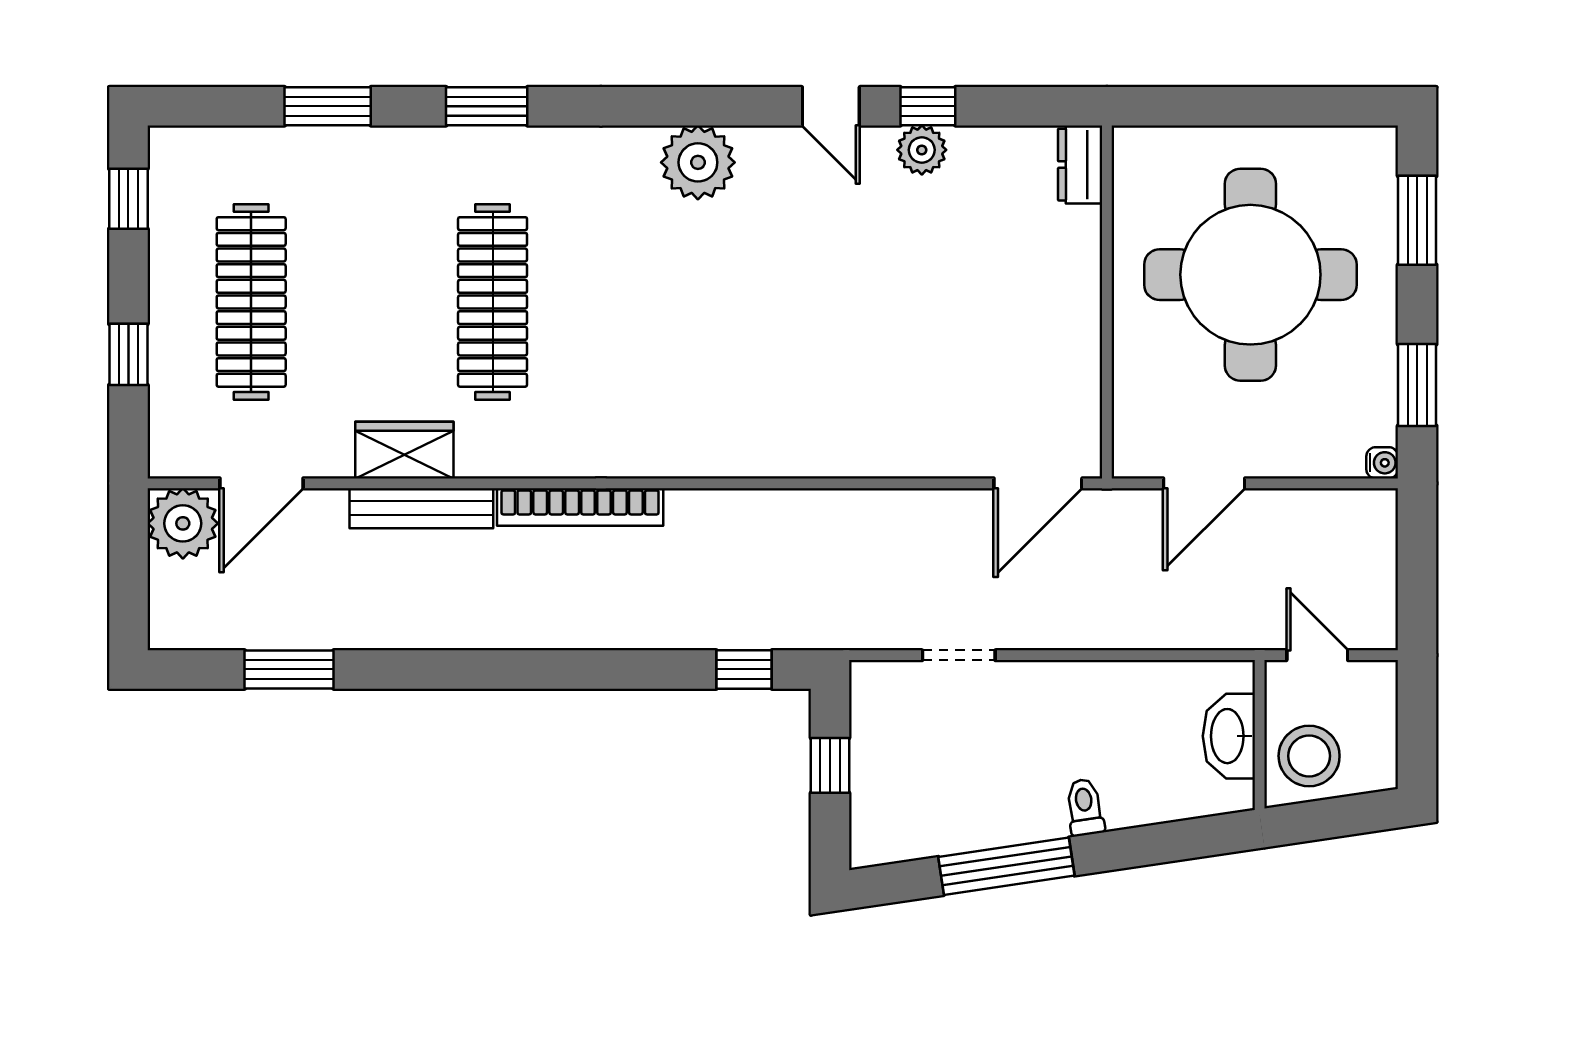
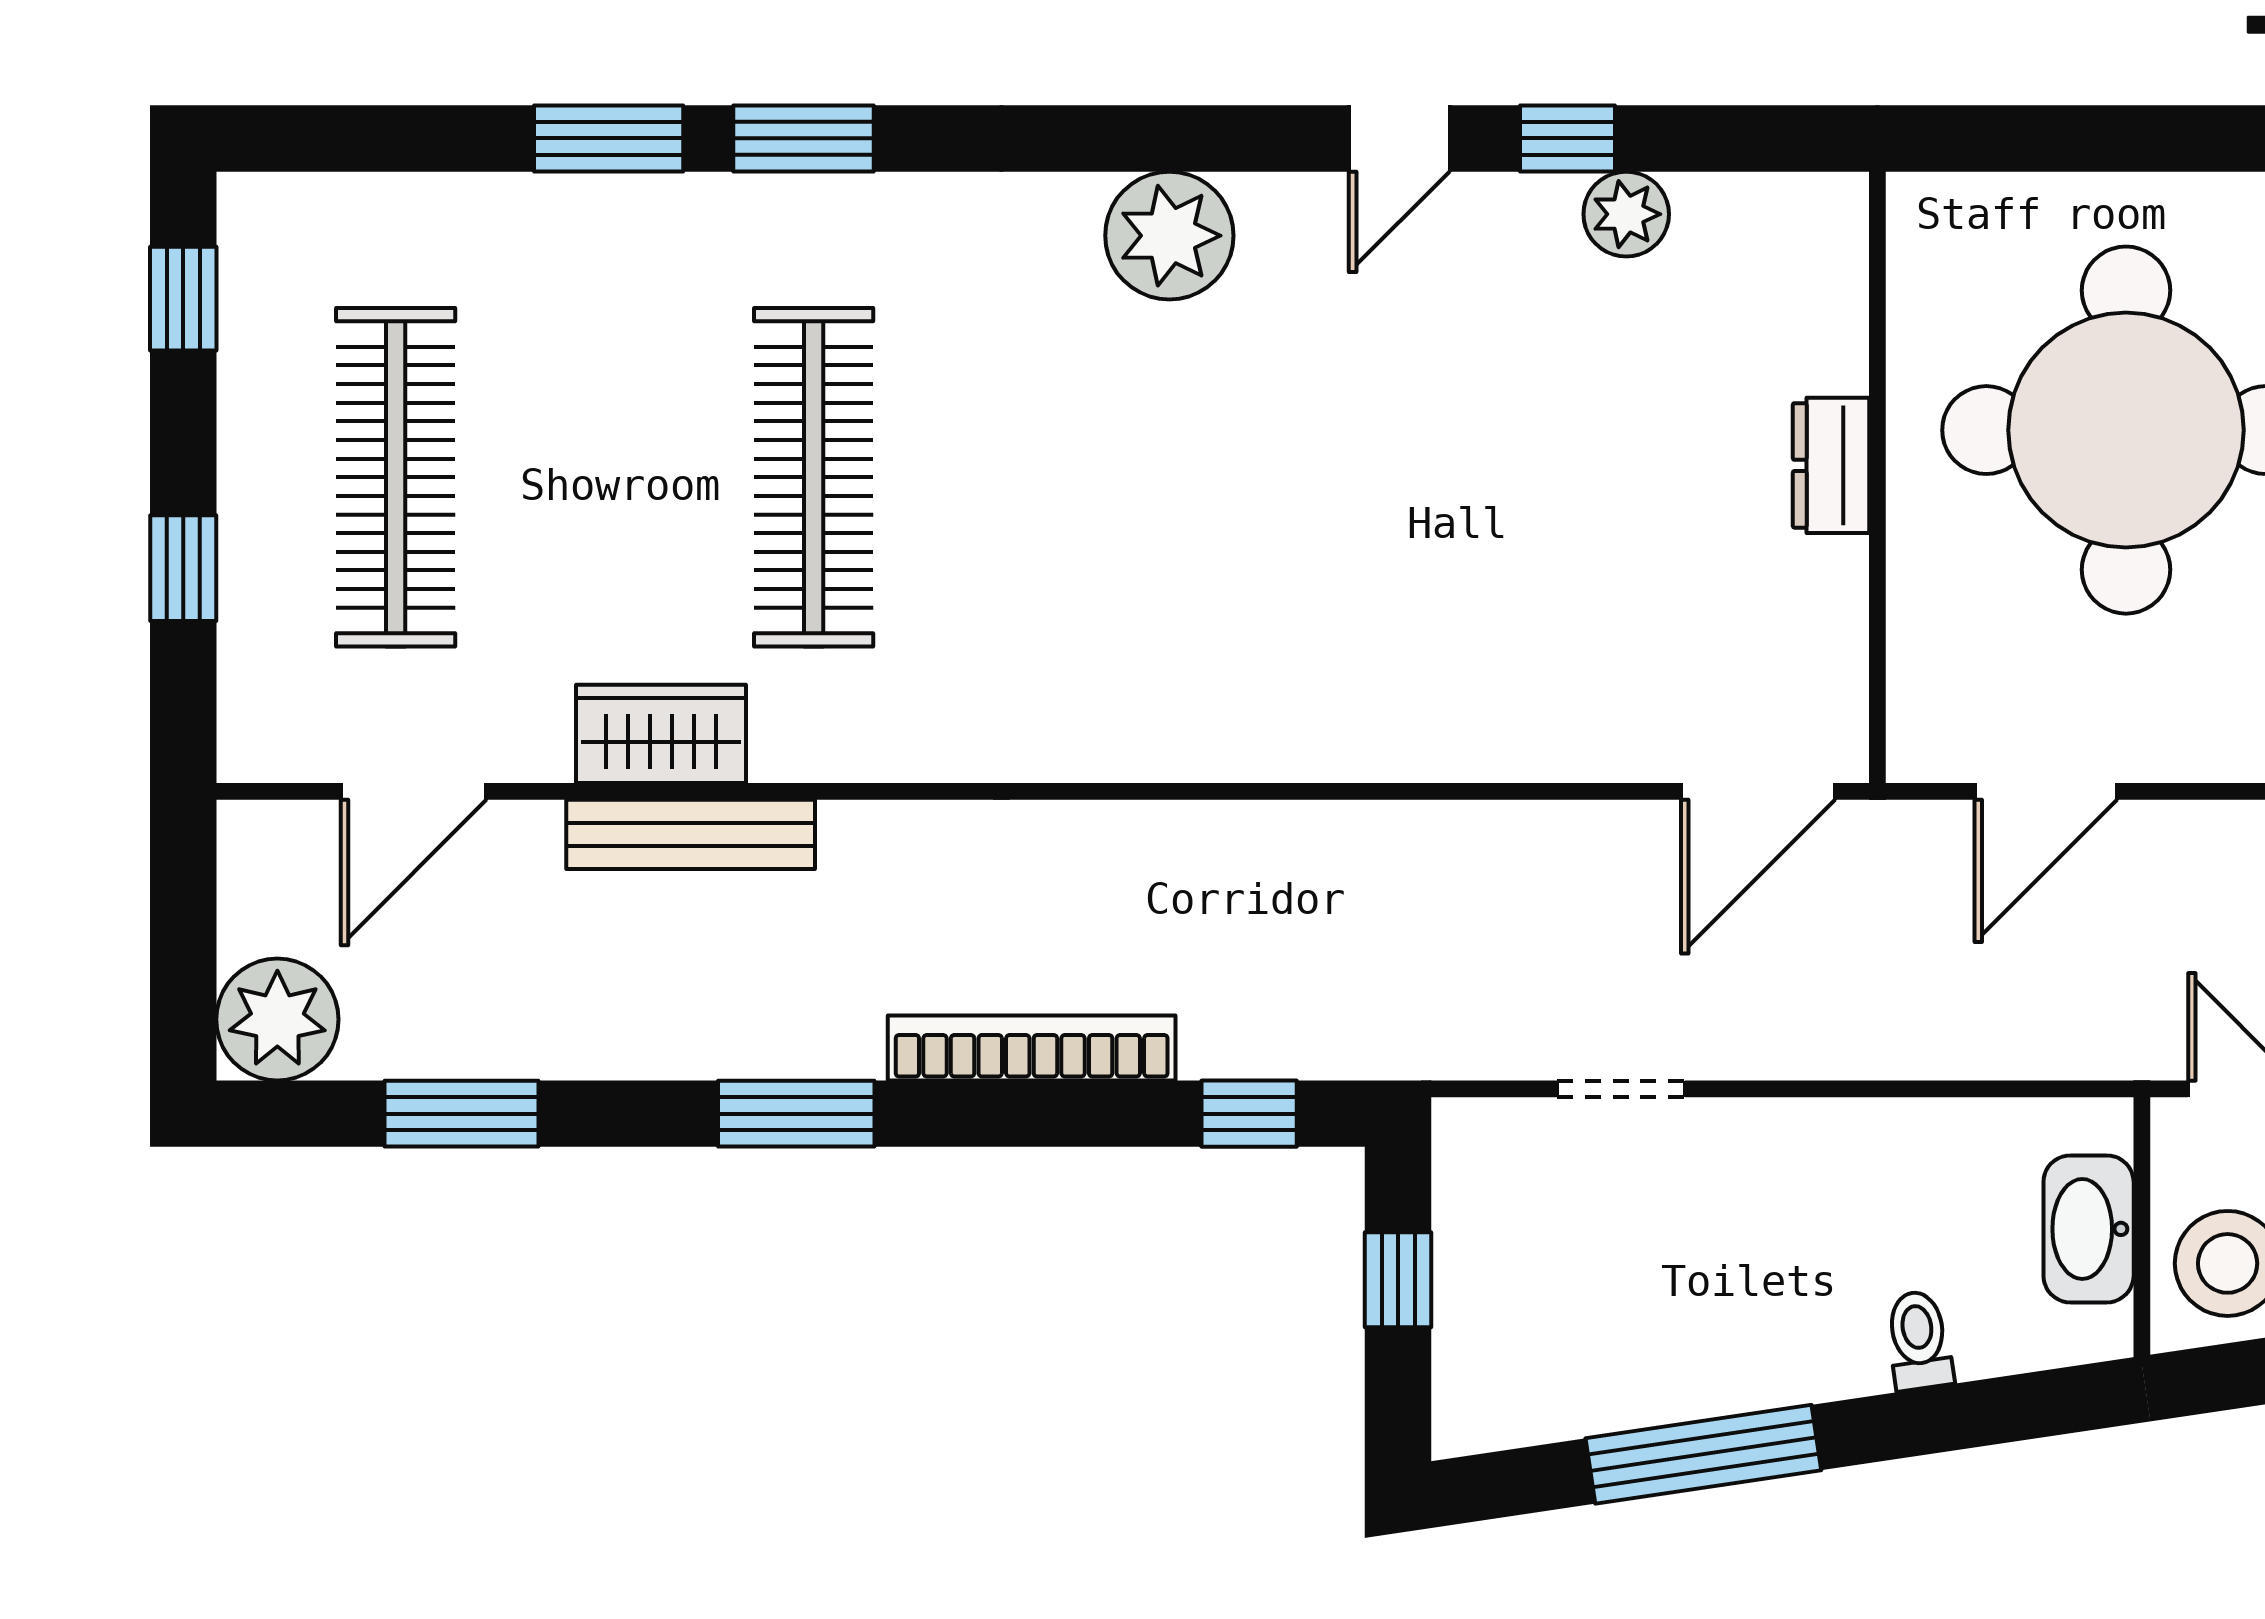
window: (328, 106) -> (609, 138), moved
door: (831, 106) -> (1399, 138), hinge flipped
plant: (922, 150) -> (1626, 214), moved
dresser: (1080, 165) -> (1831, 465), moved
bookcase: (580, 507) -> (1032, 1048), moved, turned 180
plant: (183, 523) -> (277, 1019), moved
window: (482, 669) -> (796, 1114), added
toilet: (1085, 807) -> (1919, 1340), moved

